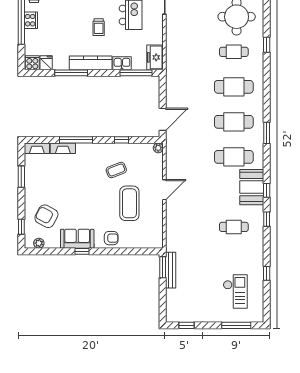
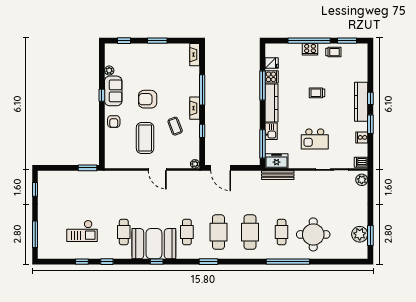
trolley: (99, 27) -> (317, 93), moved
window: (267, 45) -> (288, 262), width x3.17
cooker: (32, 63) -> (272, 77), moved
fireplace: (63, 148) -> (195, 108), moved
cafe table: (234, 157) -> (187, 232), width x0.73, depth x0.74
window: (21, 177) -> (157, 41), moved
booth: (252, 187) -> (154, 244), width x1.36, depth x1.42
coffee table: (129, 203) -> (145, 138), turned 90
armchair: (46, 216) -> (148, 99), moved, turned -118
window: (267, 219) -> (107, 262), moved
plant: (39, 243) -> (109, 71), moved
bench: (171, 270) -> (278, 175), moved
checkout: (235, 291) -> (82, 231), moved

